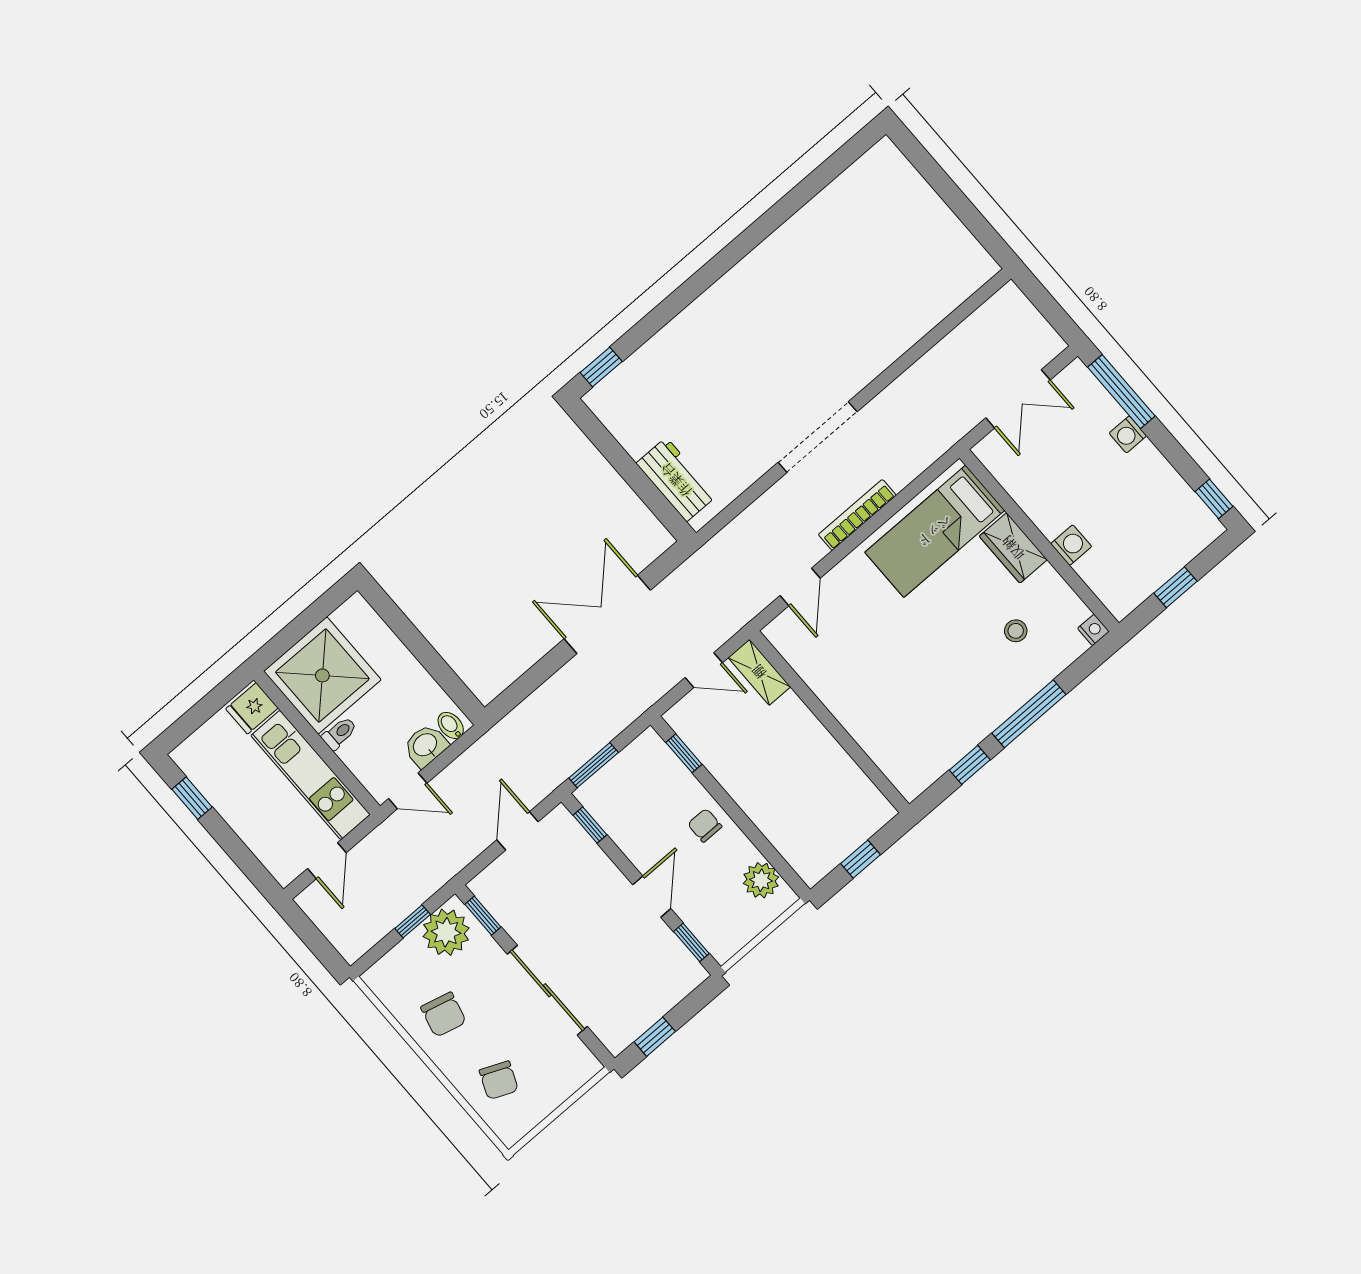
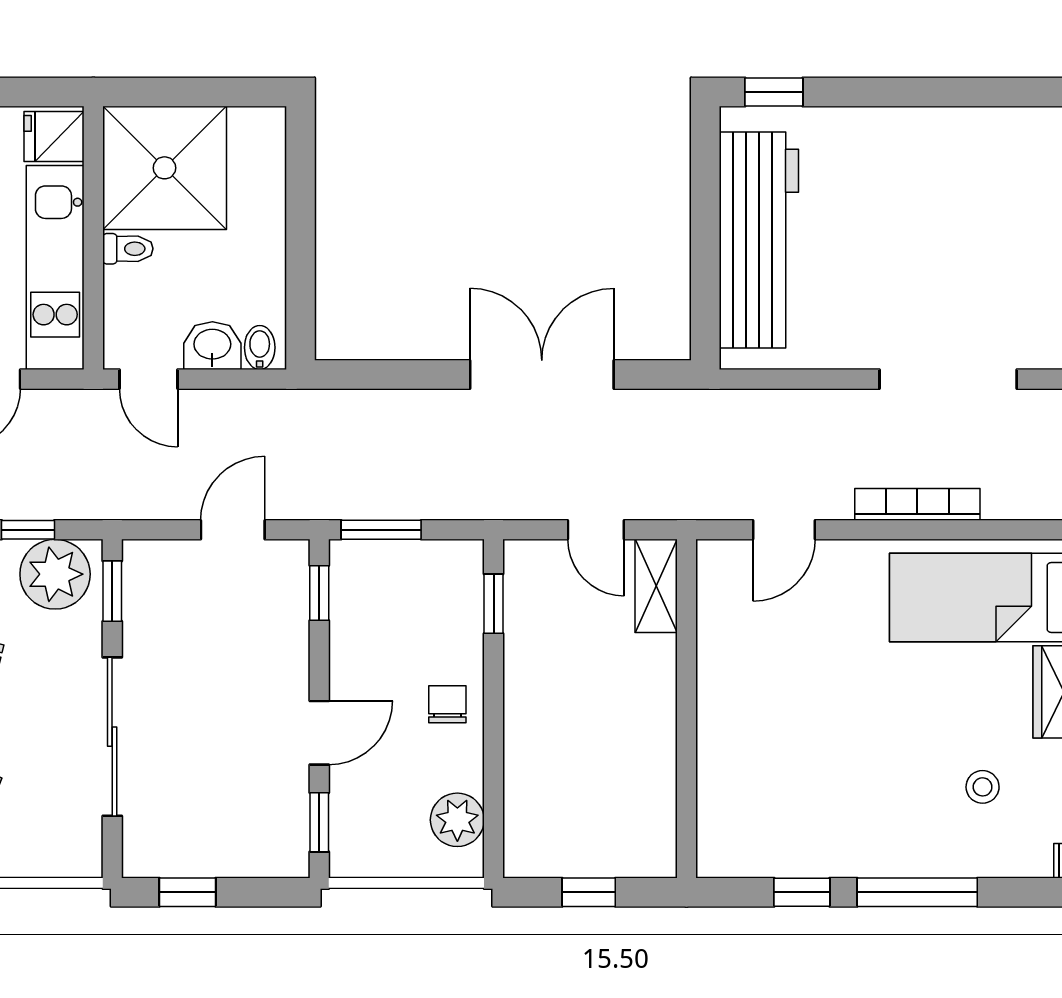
workbench: (676, 480) -> (759, 240), width x1.88, depth x1.32

